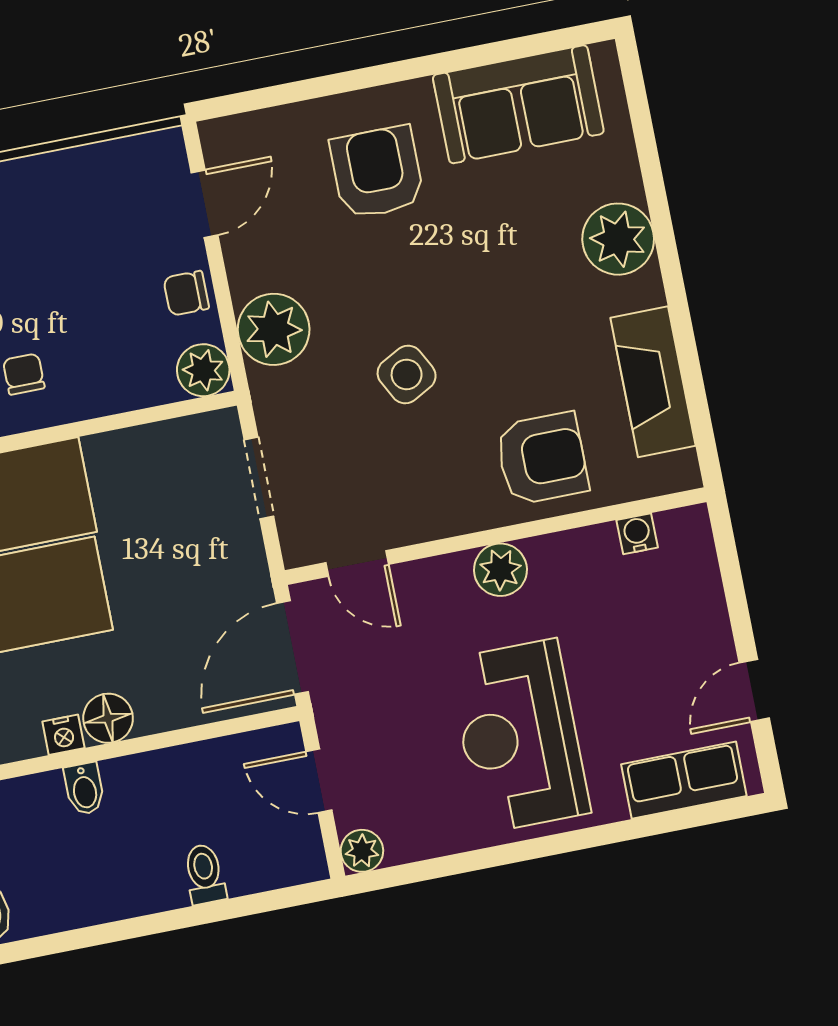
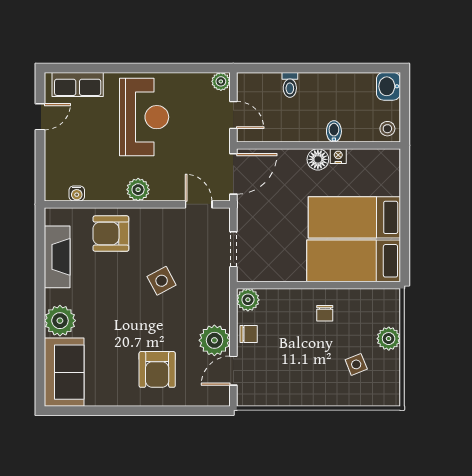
sofa: (518, 104) -> (64, 372), moved, turned 90
plant: (274, 329) -> (214, 340), moved

